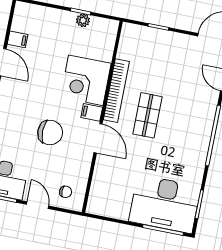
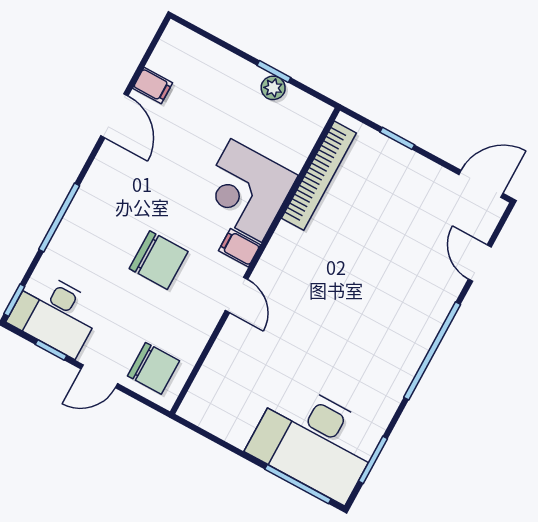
bookcase: (116, 91) -> (319, 176), moved
shop shelf: (147, 115) -> (332, 282), removed
door: (98, 138) -> (237, 295), width x0.73
chair: (66, 192) -> (153, 368), width x1.87, depth x1.87
door: (38, 205) -> (99, 376), swing flipped

